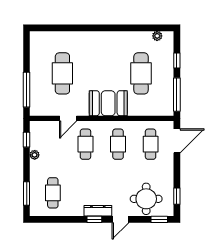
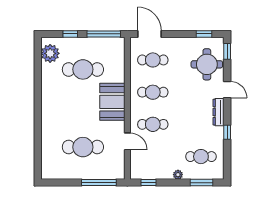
plant: (157, 36) -> (50, 53), width x1.88, depth x1.88
plant: (35, 155) -> (178, 175), moved
window: (94, 219) -> (227, 132), moved

